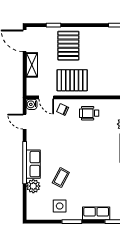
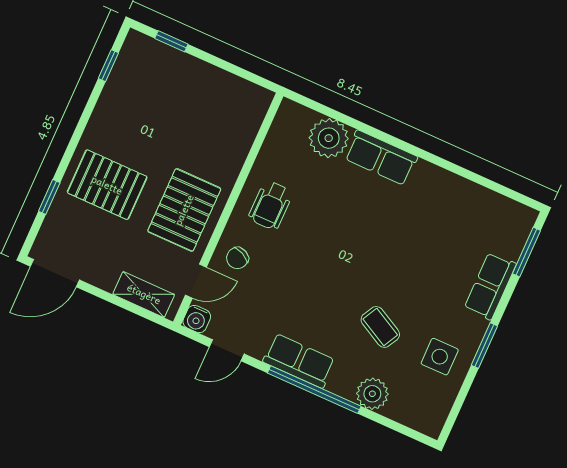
shelving: (32, 65) -> (144, 294), moved
row of seats: (33, 164) -> (299, 361), moved

